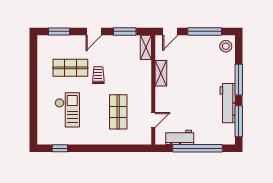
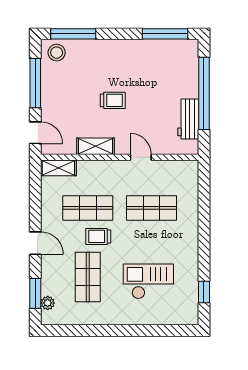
window: (125, 31) -> (35, 198), removed
plant: (52, 40) -> (48, 303), added
shop shelf: (118, 68) -> (88, 208), added
window: (239, 80) -> (73, 34), moved
trolley: (193, 85) -> (113, 100), added
workbench: (228, 103) -> (139, 50), removed
door: (153, 120) -> (141, 157), moved

